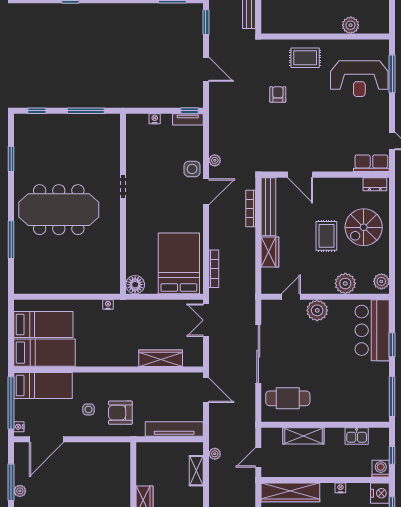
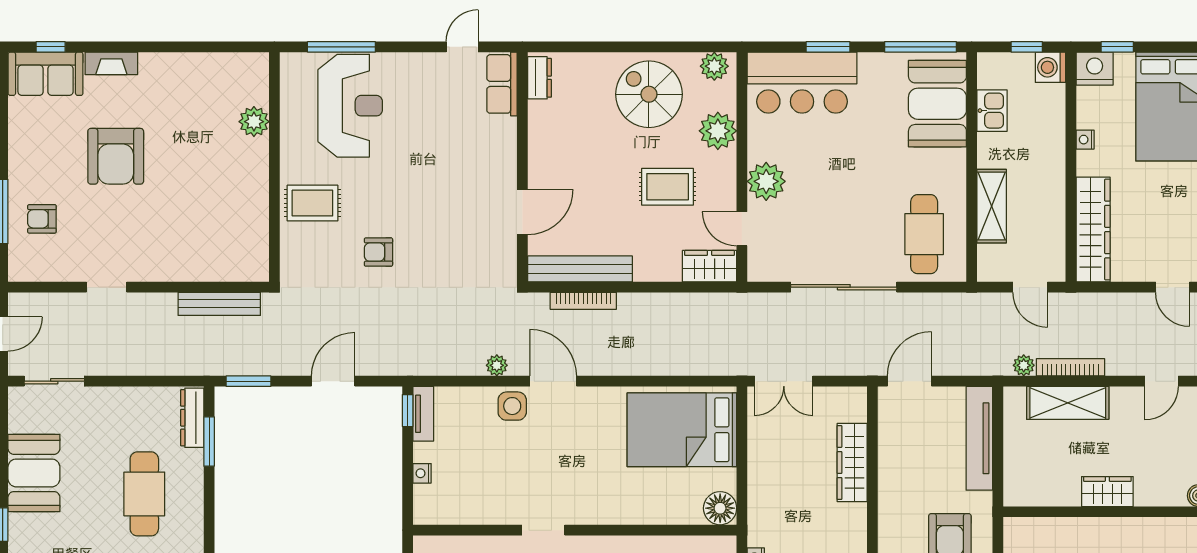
rug: (305, 58) -> (312, 203), turned 90
spiral stairs: (364, 227) -> (649, 94), moved, turned 180
rug: (326, 236) -> (668, 187), moved
wardrobe: (270, 252) -> (710, 266), moved
bookcase: (214, 269) -> (1070, 367), moved
booth: (360, 406) -> (937, 104), added
shelving: (196, 471) -> (1068, 403), width x1.50, depth x1.33

